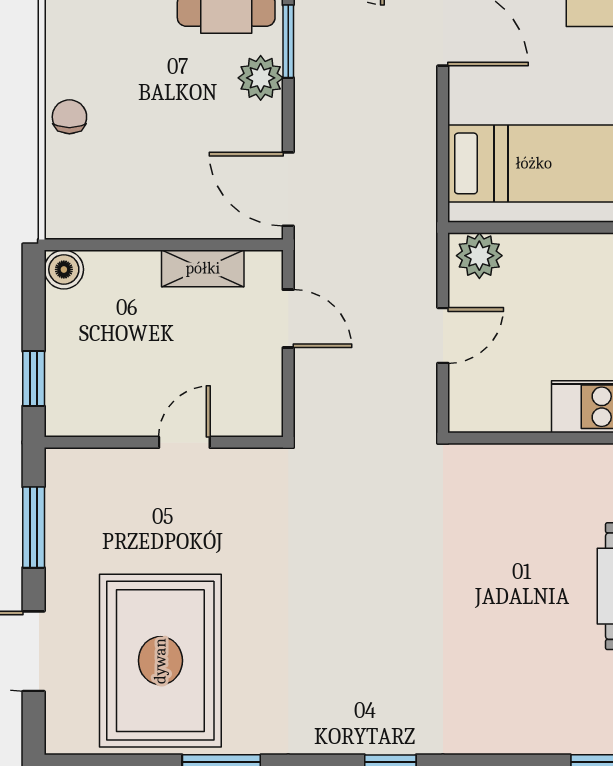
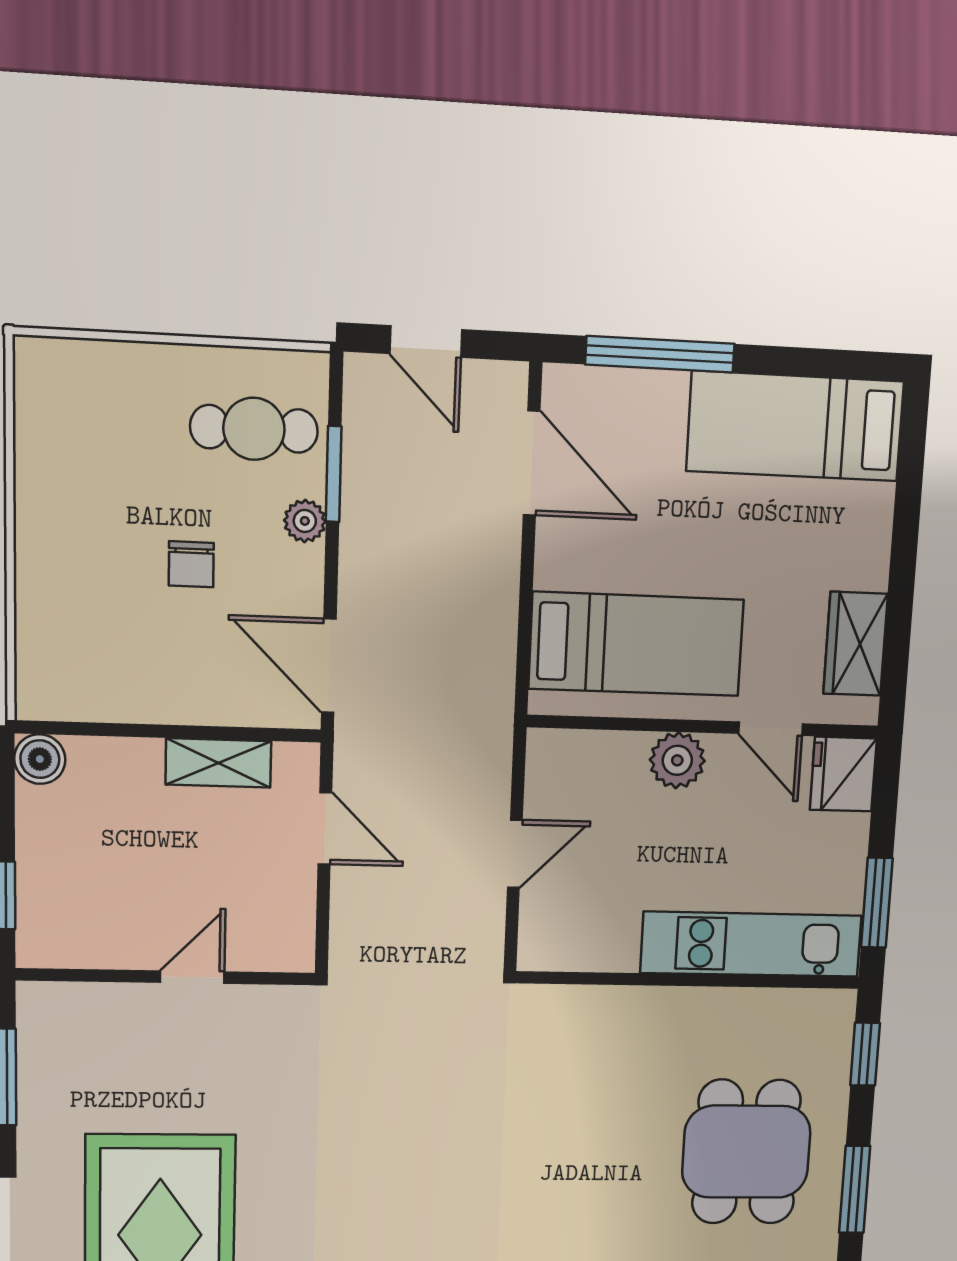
plant: (261, 78) -> (305, 521), width x0.73, depth x0.73
chair: (69, 117) -> (191, 564), moved, turned 180
plant: (479, 256) -> (677, 760), moved

